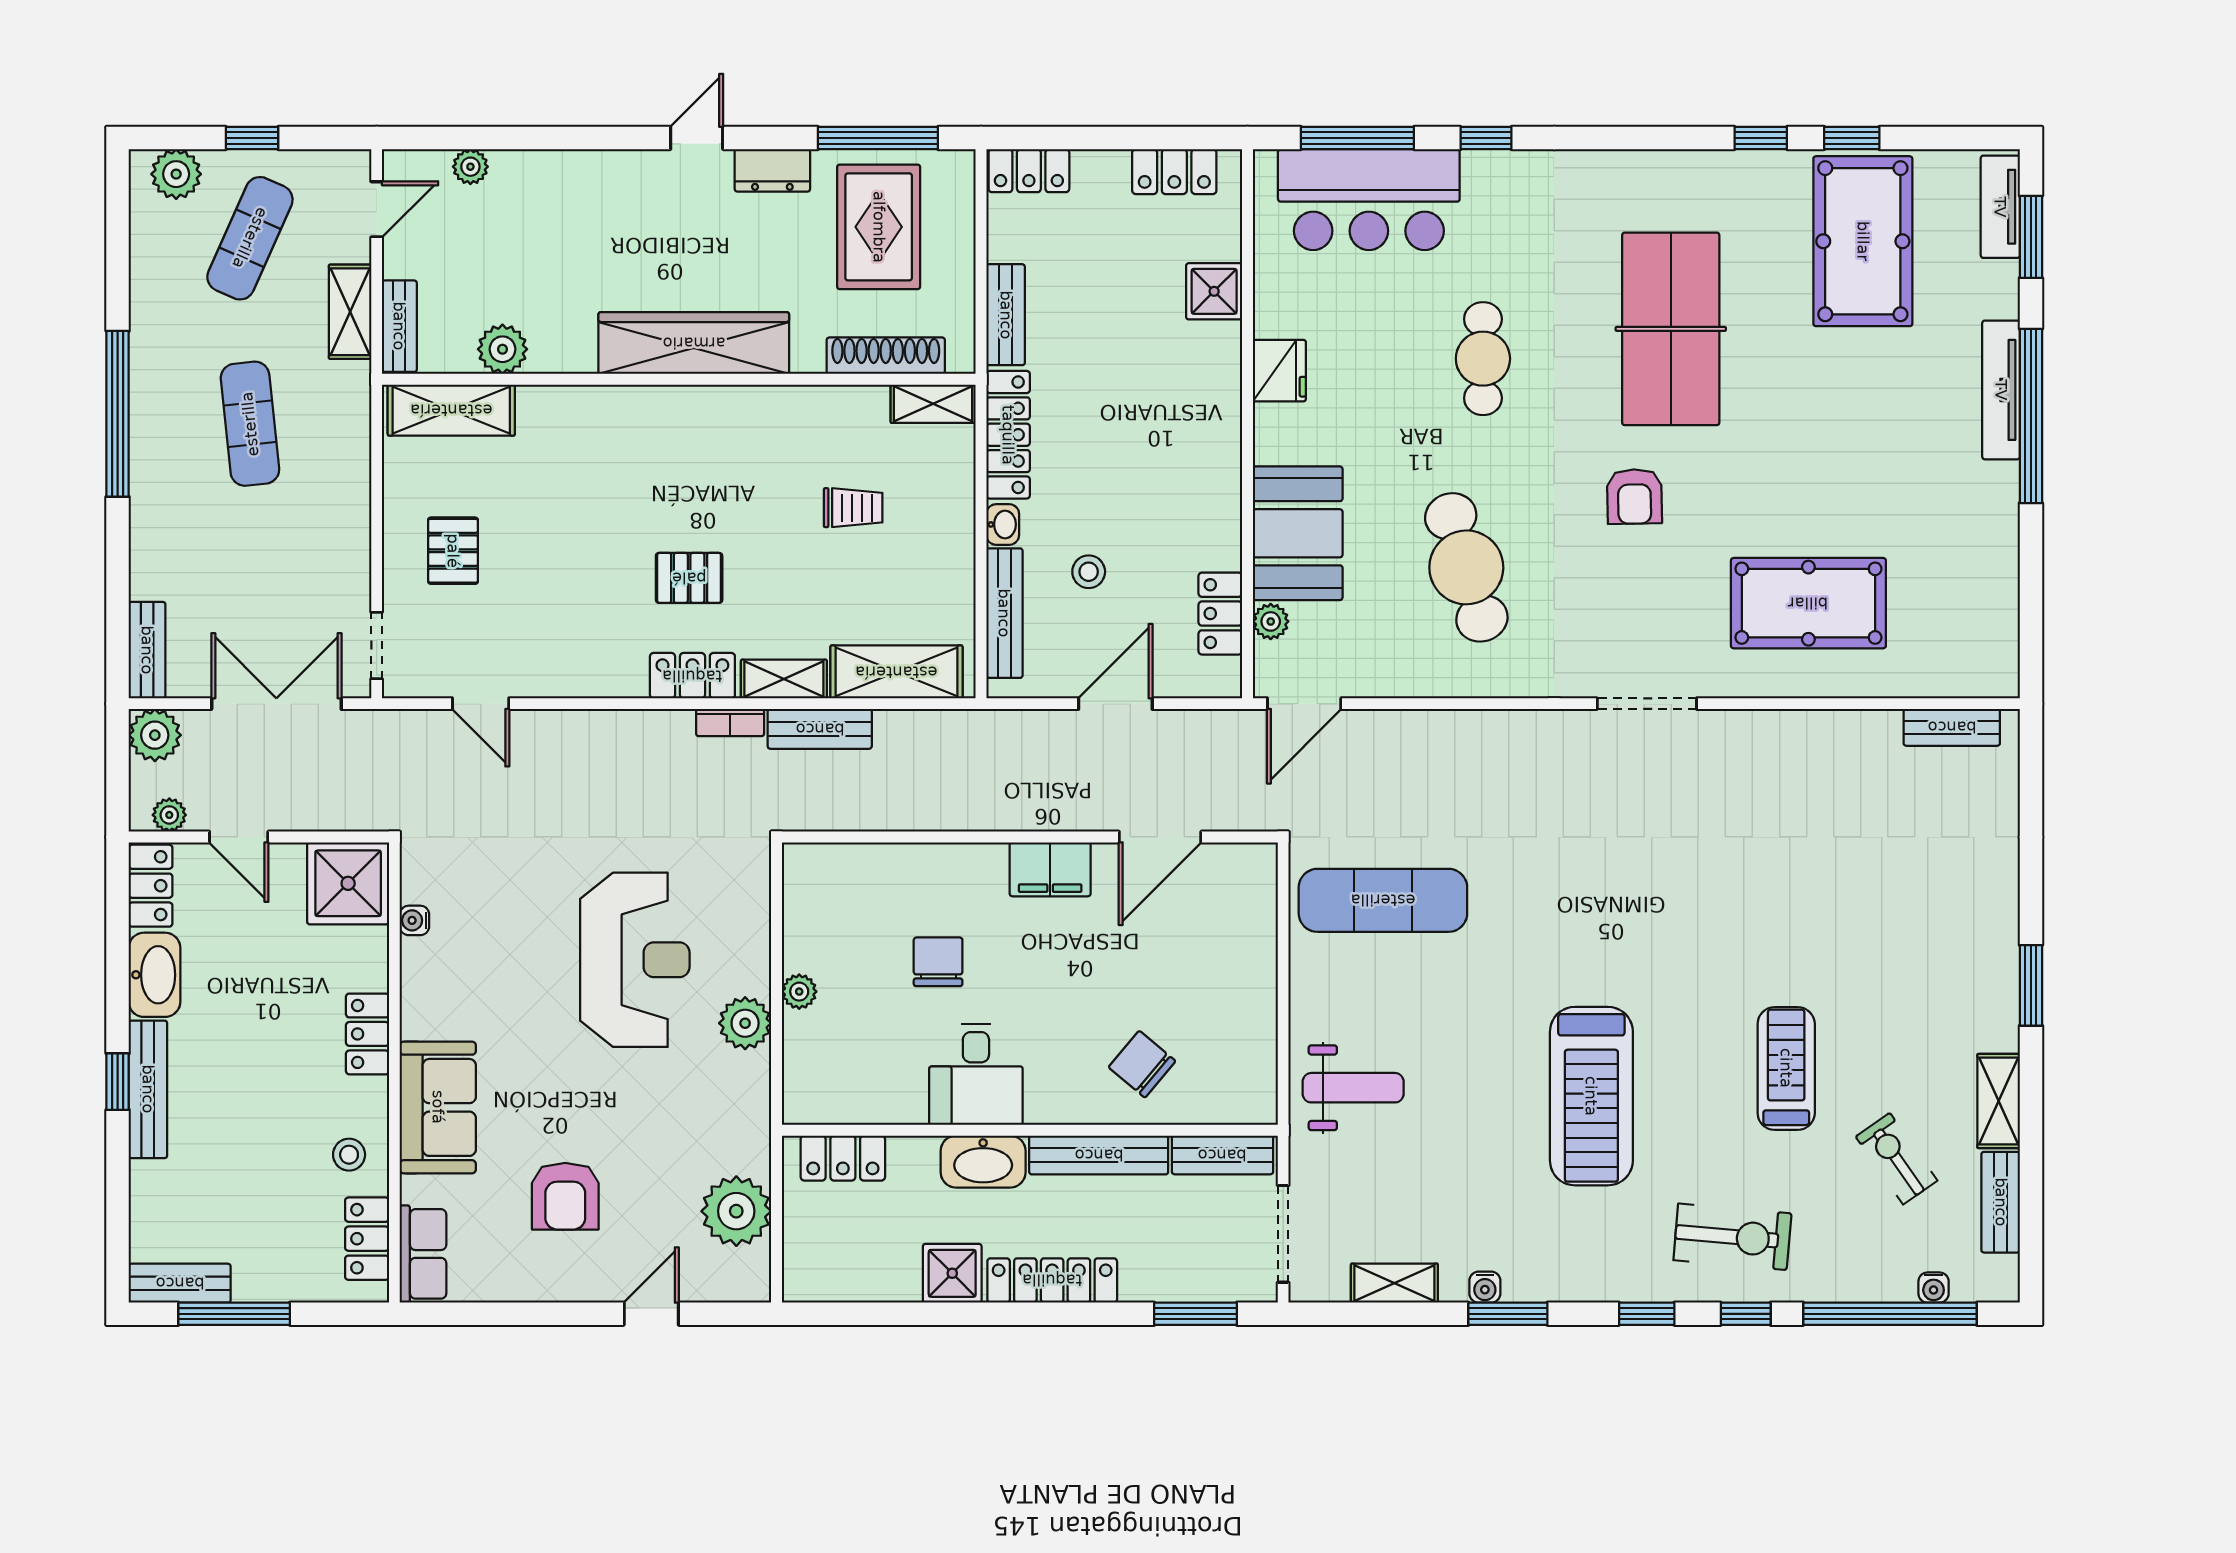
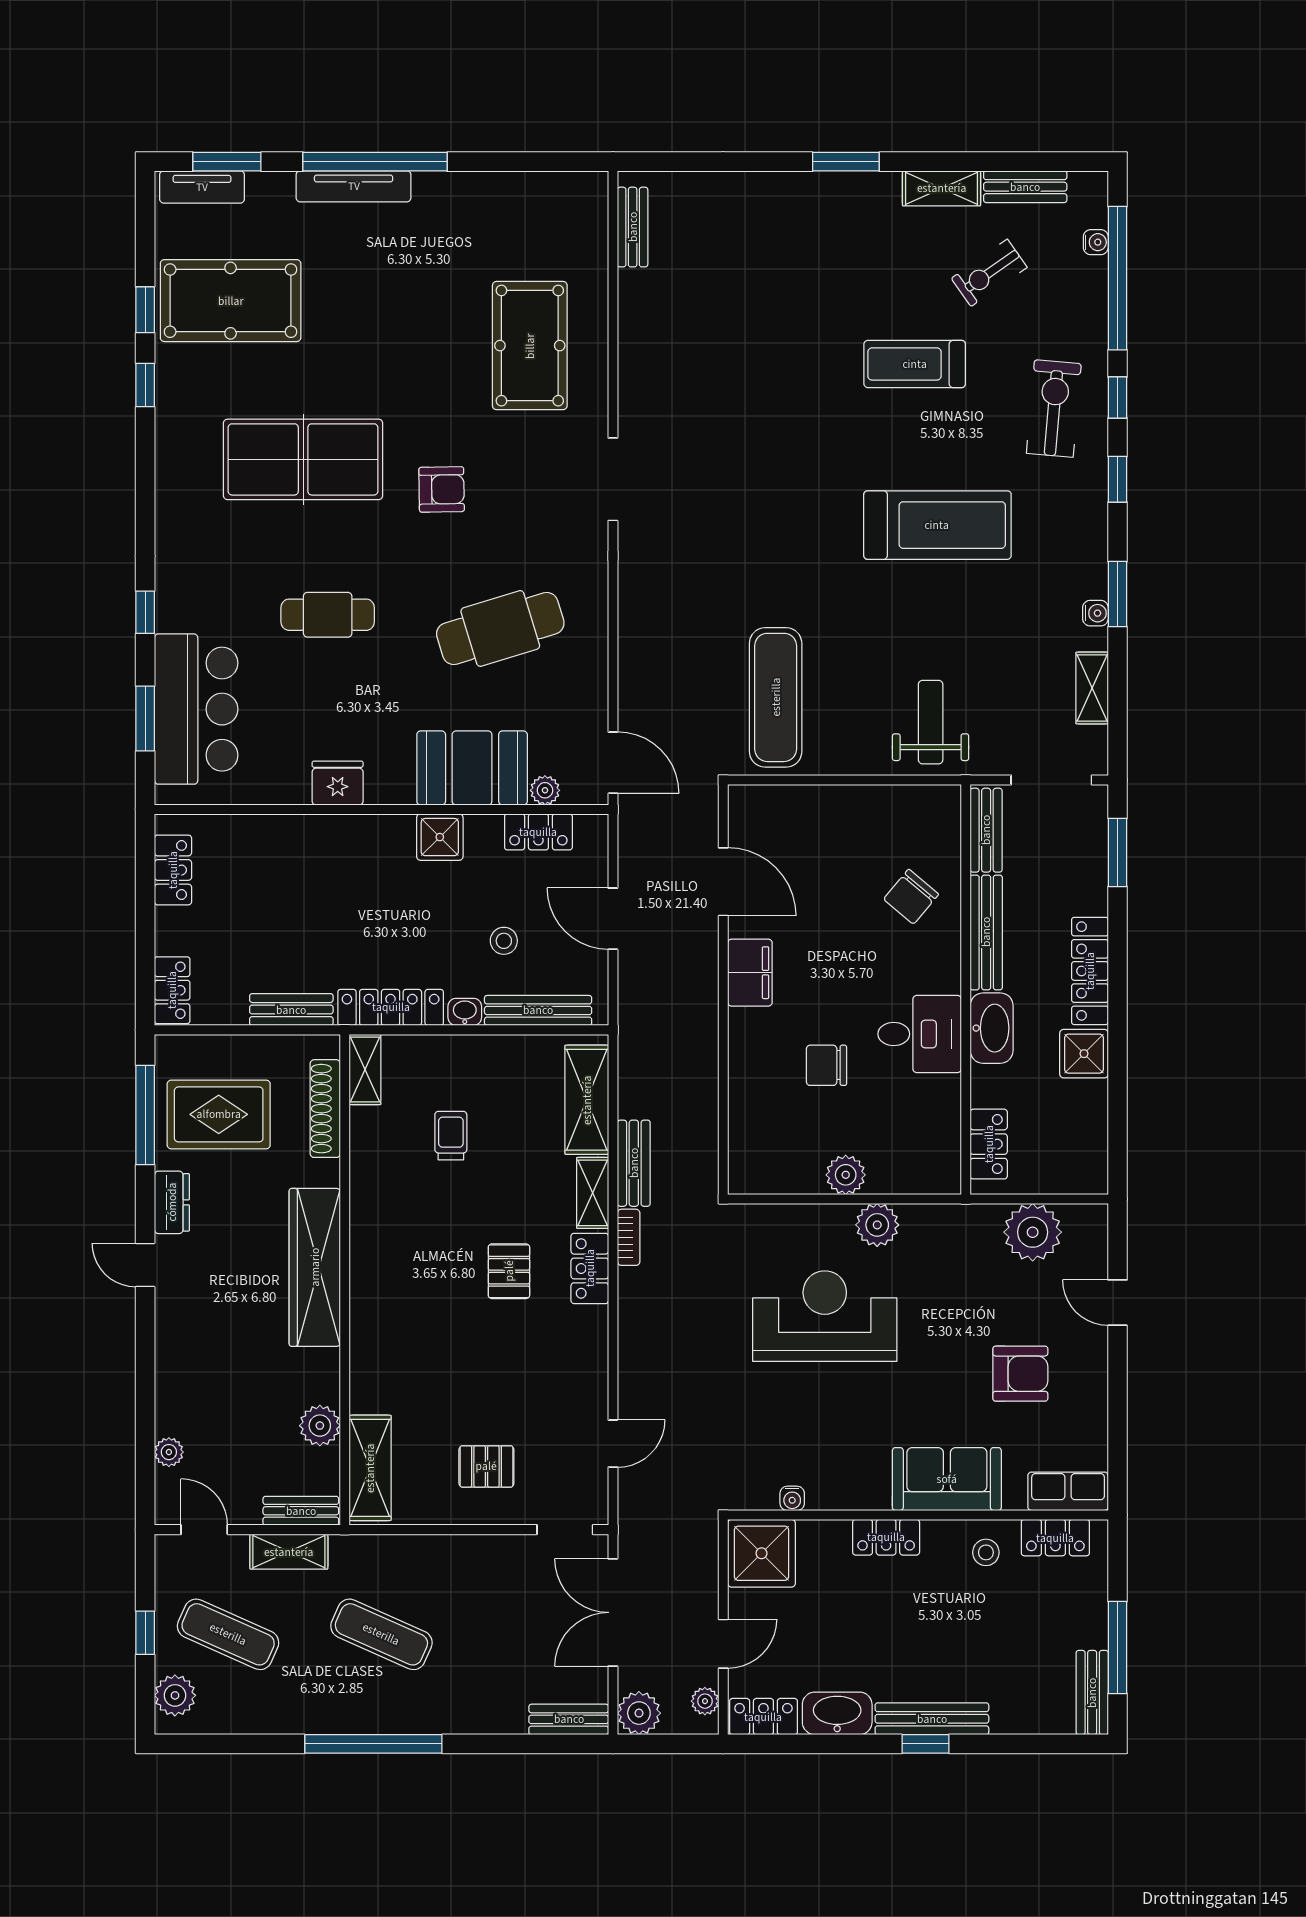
window: (1357, 138) -> (145, 719), width x0.69
shower: (1214, 291) -> (440, 837), moved
exercise mat: (250, 424) -> (381, 1634), turned 30
plant: (799, 992) -> (846, 1175), width x1.38, depth x1.38

